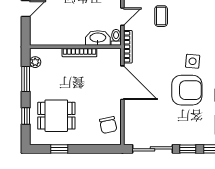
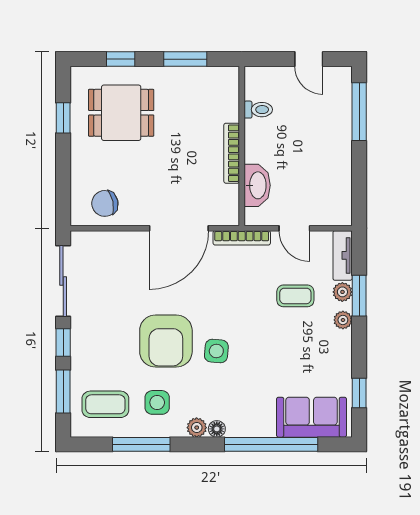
toilet: (116, 37) -> (258, 110), moved
plant: (35, 62) -> (215, 76), removed
dining table: (56, 116) -> (121, 113), turned 90

